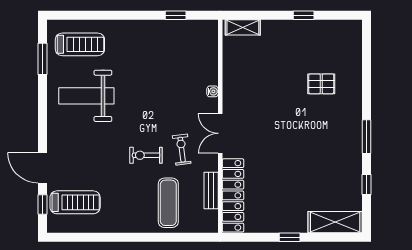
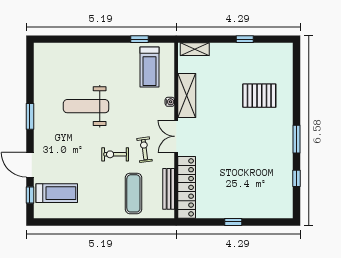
treadmill: (80, 44) -> (150, 67), moved, turned 90
window: (42, 59) -> (30, 116), moved
pallet: (321, 84) -> (259, 96), width x1.50, depth x1.42
weight bench: (86, 96) -> (86, 106), moved
bench: (211, 191) -> (169, 189), width x1.36
shelving: (335, 222) -> (187, 96), moved, turned 90

